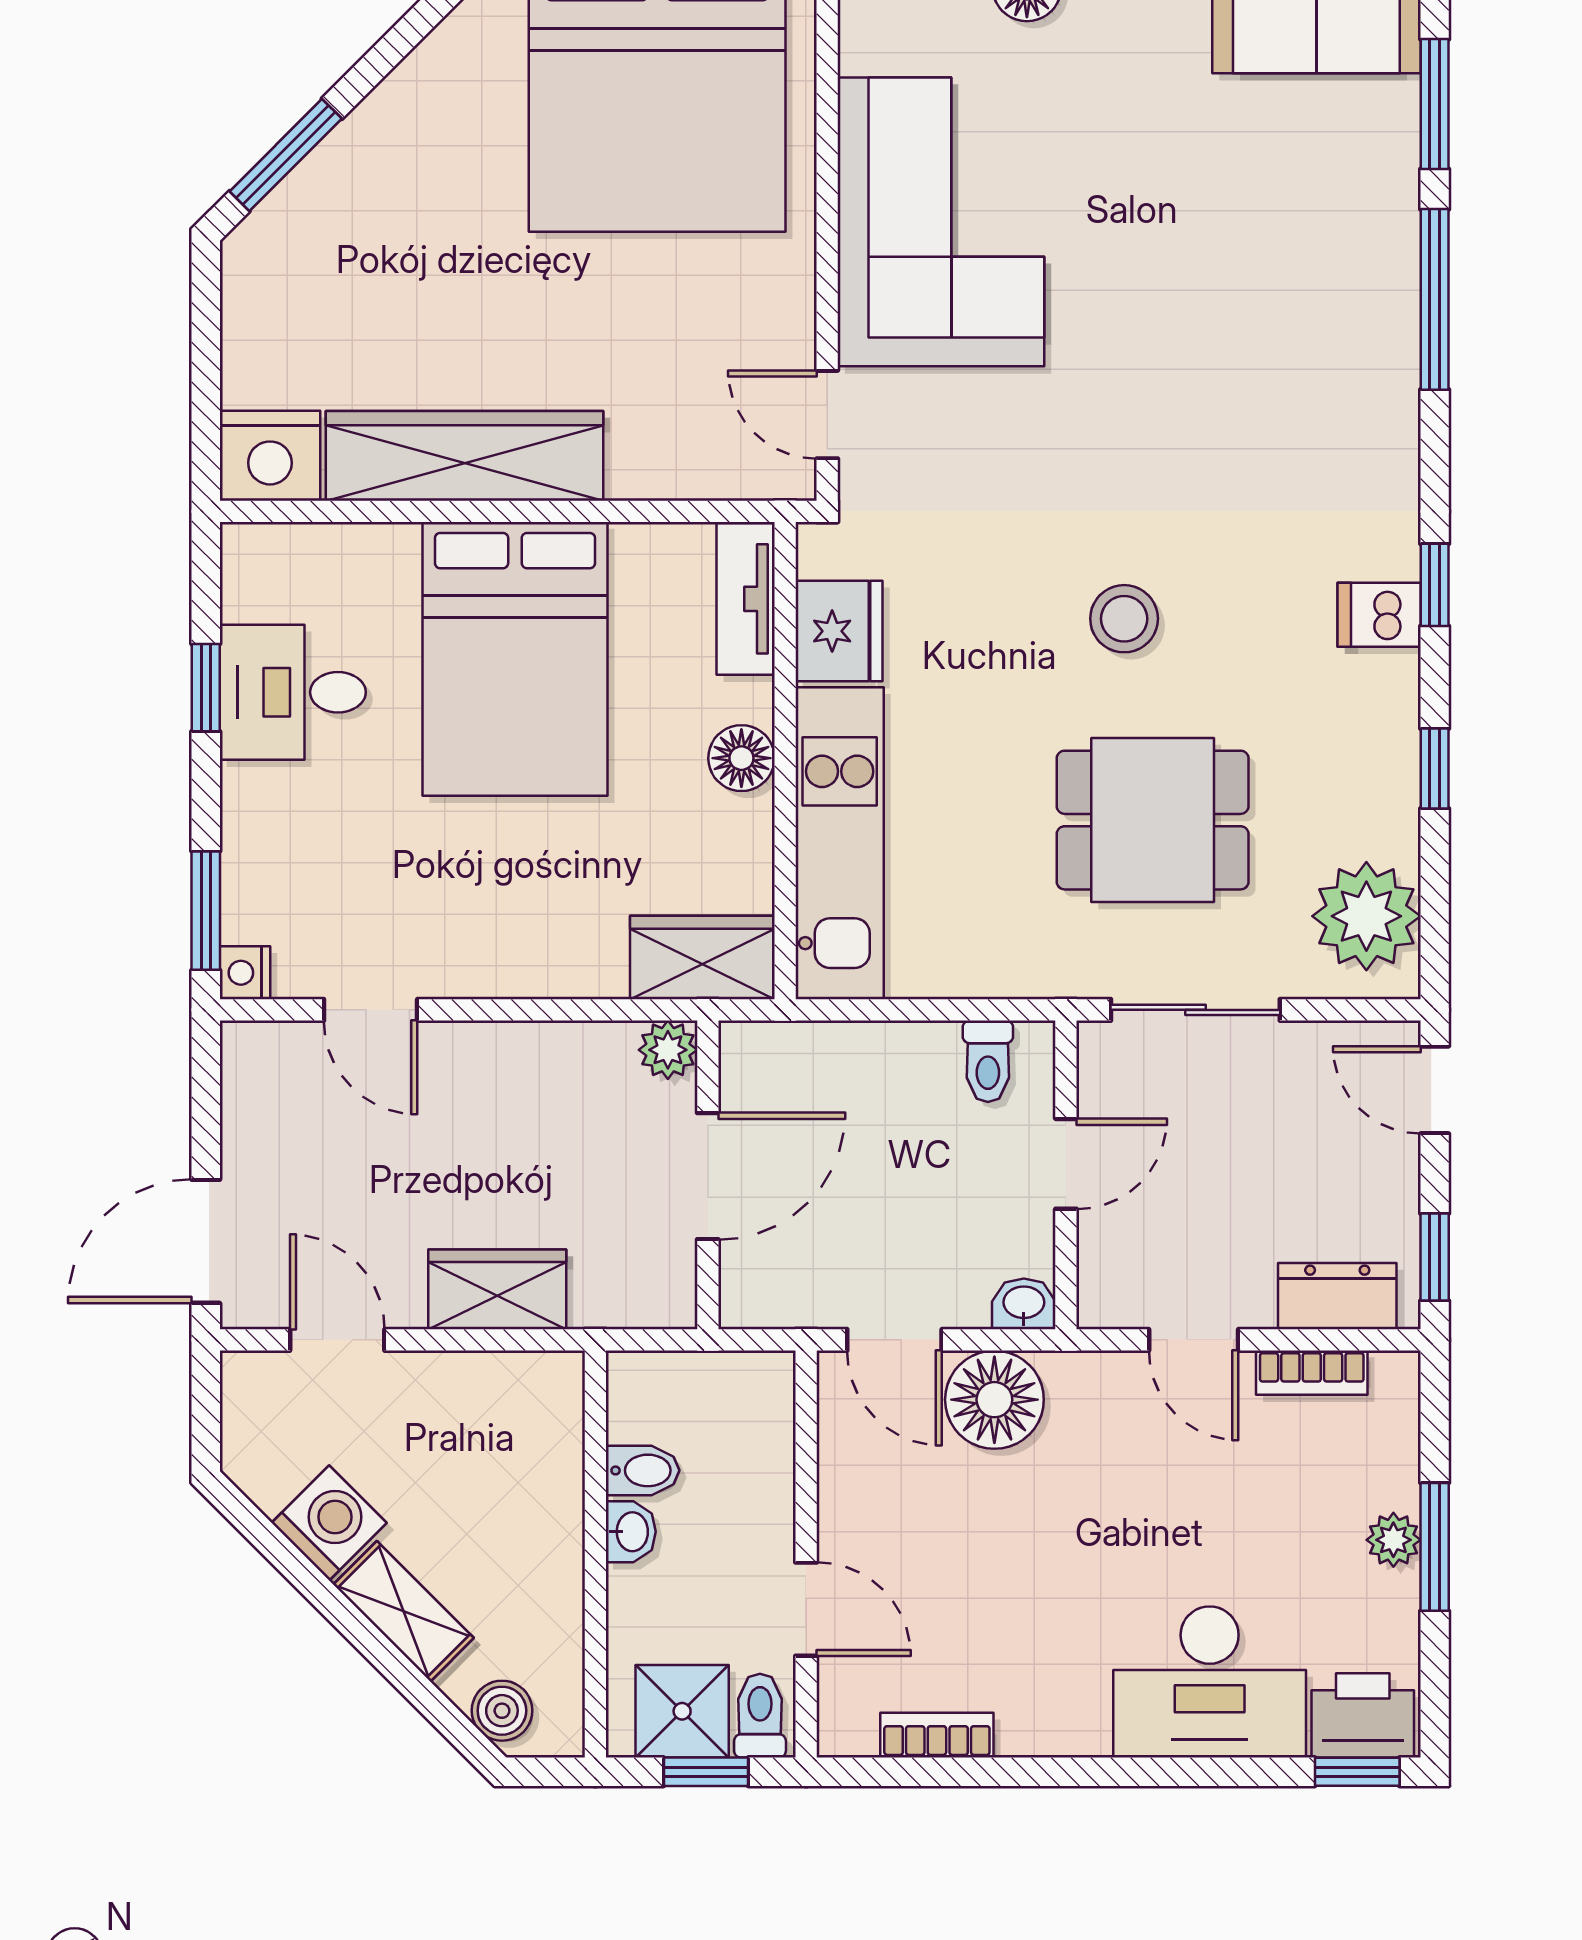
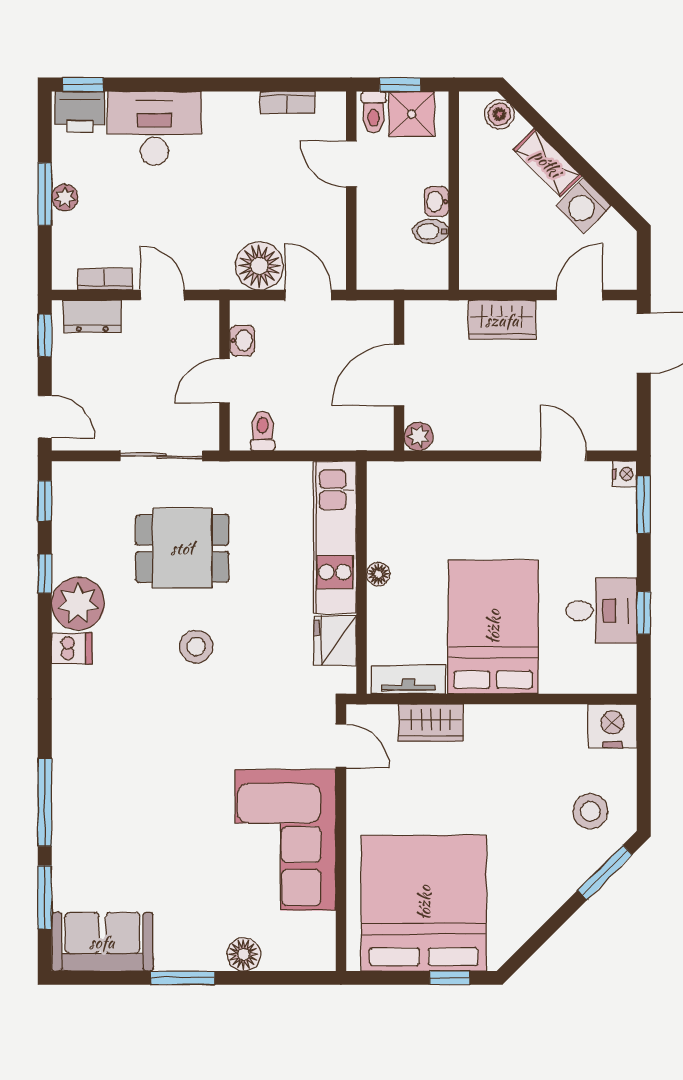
stool: (315, 281) -> (590, 811), added
wardrobe: (464, 456) -> (431, 723), moved, width x0.48, depth x0.85
window: (1435, 585) -> (45, 501), moved
tv unit: (746, 599) -> (408, 680), moved, turned -90
floor lamp: (741, 758) -> (378, 574), width x0.73, depth x0.73
plant: (1366, 916) -> (78, 604), moved
wardrobe: (702, 957) -> (402, 481), removed
washbasin: (1024, 1304) -> (242, 341), moved, turned -90
door: (337, 1340) -> (580, 295), swing flipped

